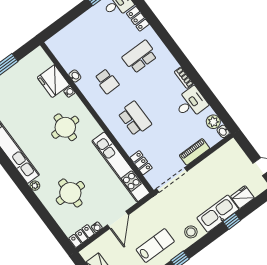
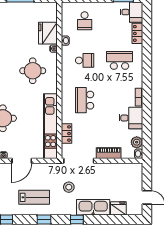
school desk: (79, 44) -> (85, 21), added
school desk: (107, 81) -> (85, 60), turned -90
school desk: (135, 119) -> (85, 100), turned 180
window: (232, 221) -> (77, 219), moved
stool: (191, 232) -> (69, 187), moved

